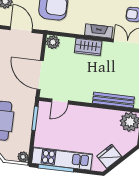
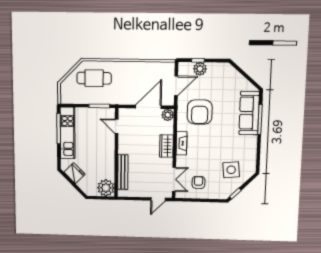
fireplace: (99, 31) -> (182, 143), moved
door: (40, 75) -> (148, 107), moved
plant: (23, 157) -> (65, 99), removed

